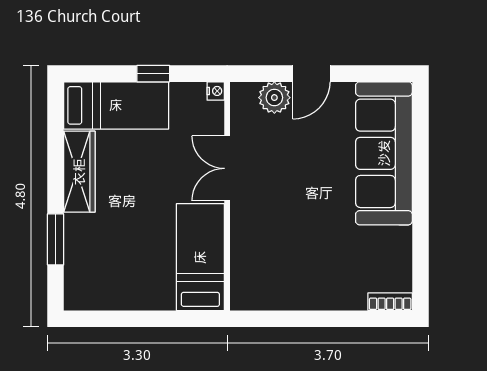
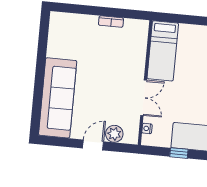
nightstand: (216, 91) -> (147, 128), moved
bookcase: (390, 302) -> (111, 22), moved

